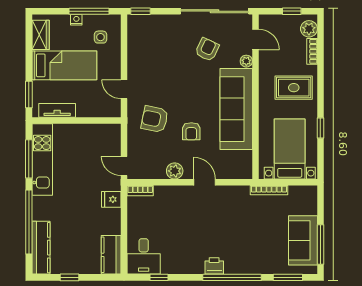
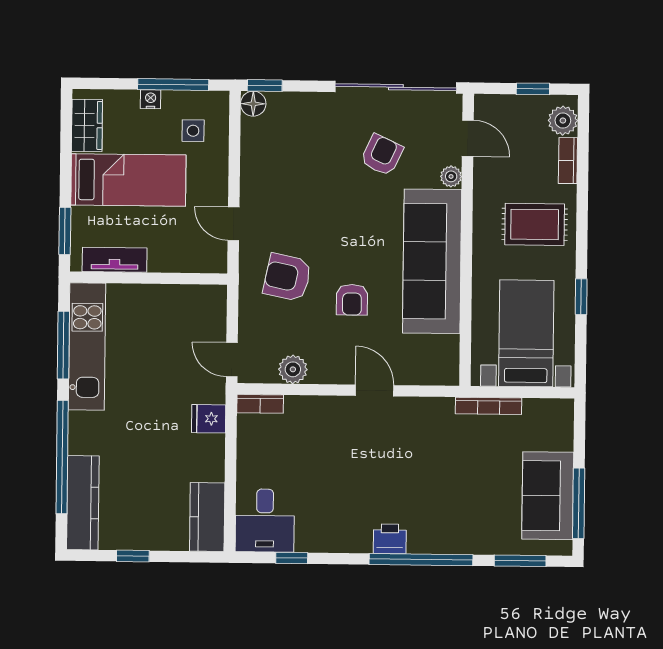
floor lamp: (134, 21) -> (253, 104), added
plant: (175, 171) -> (293, 369), moved

